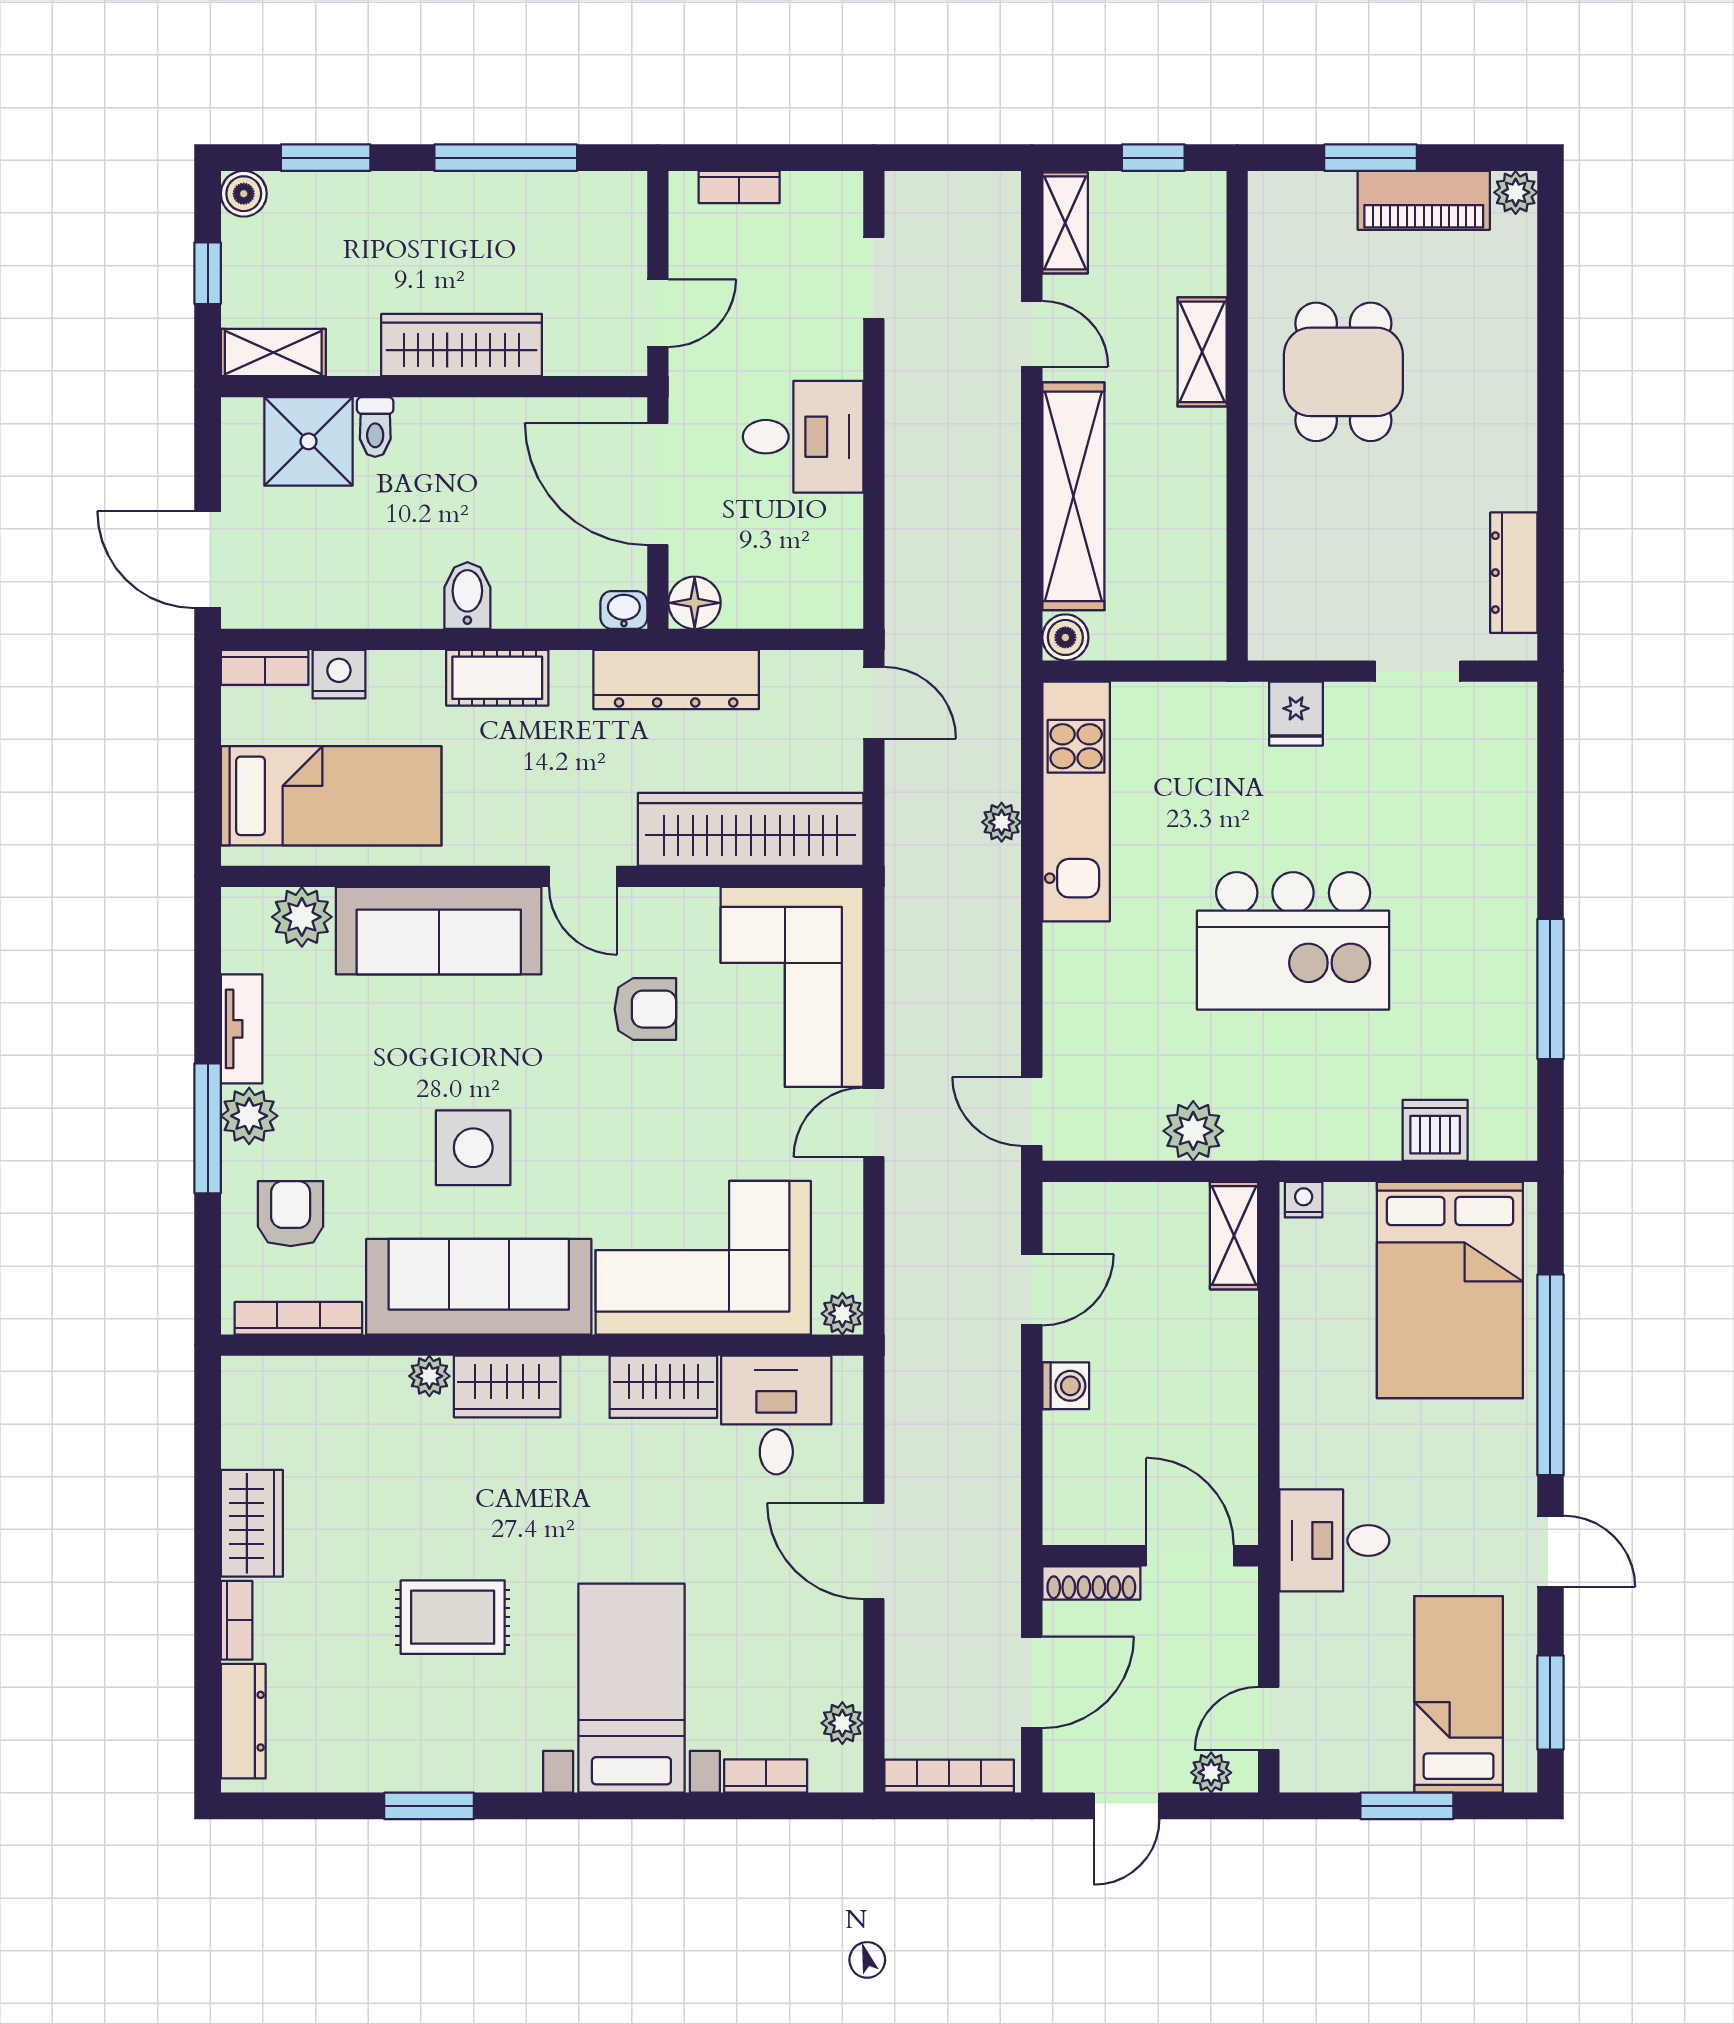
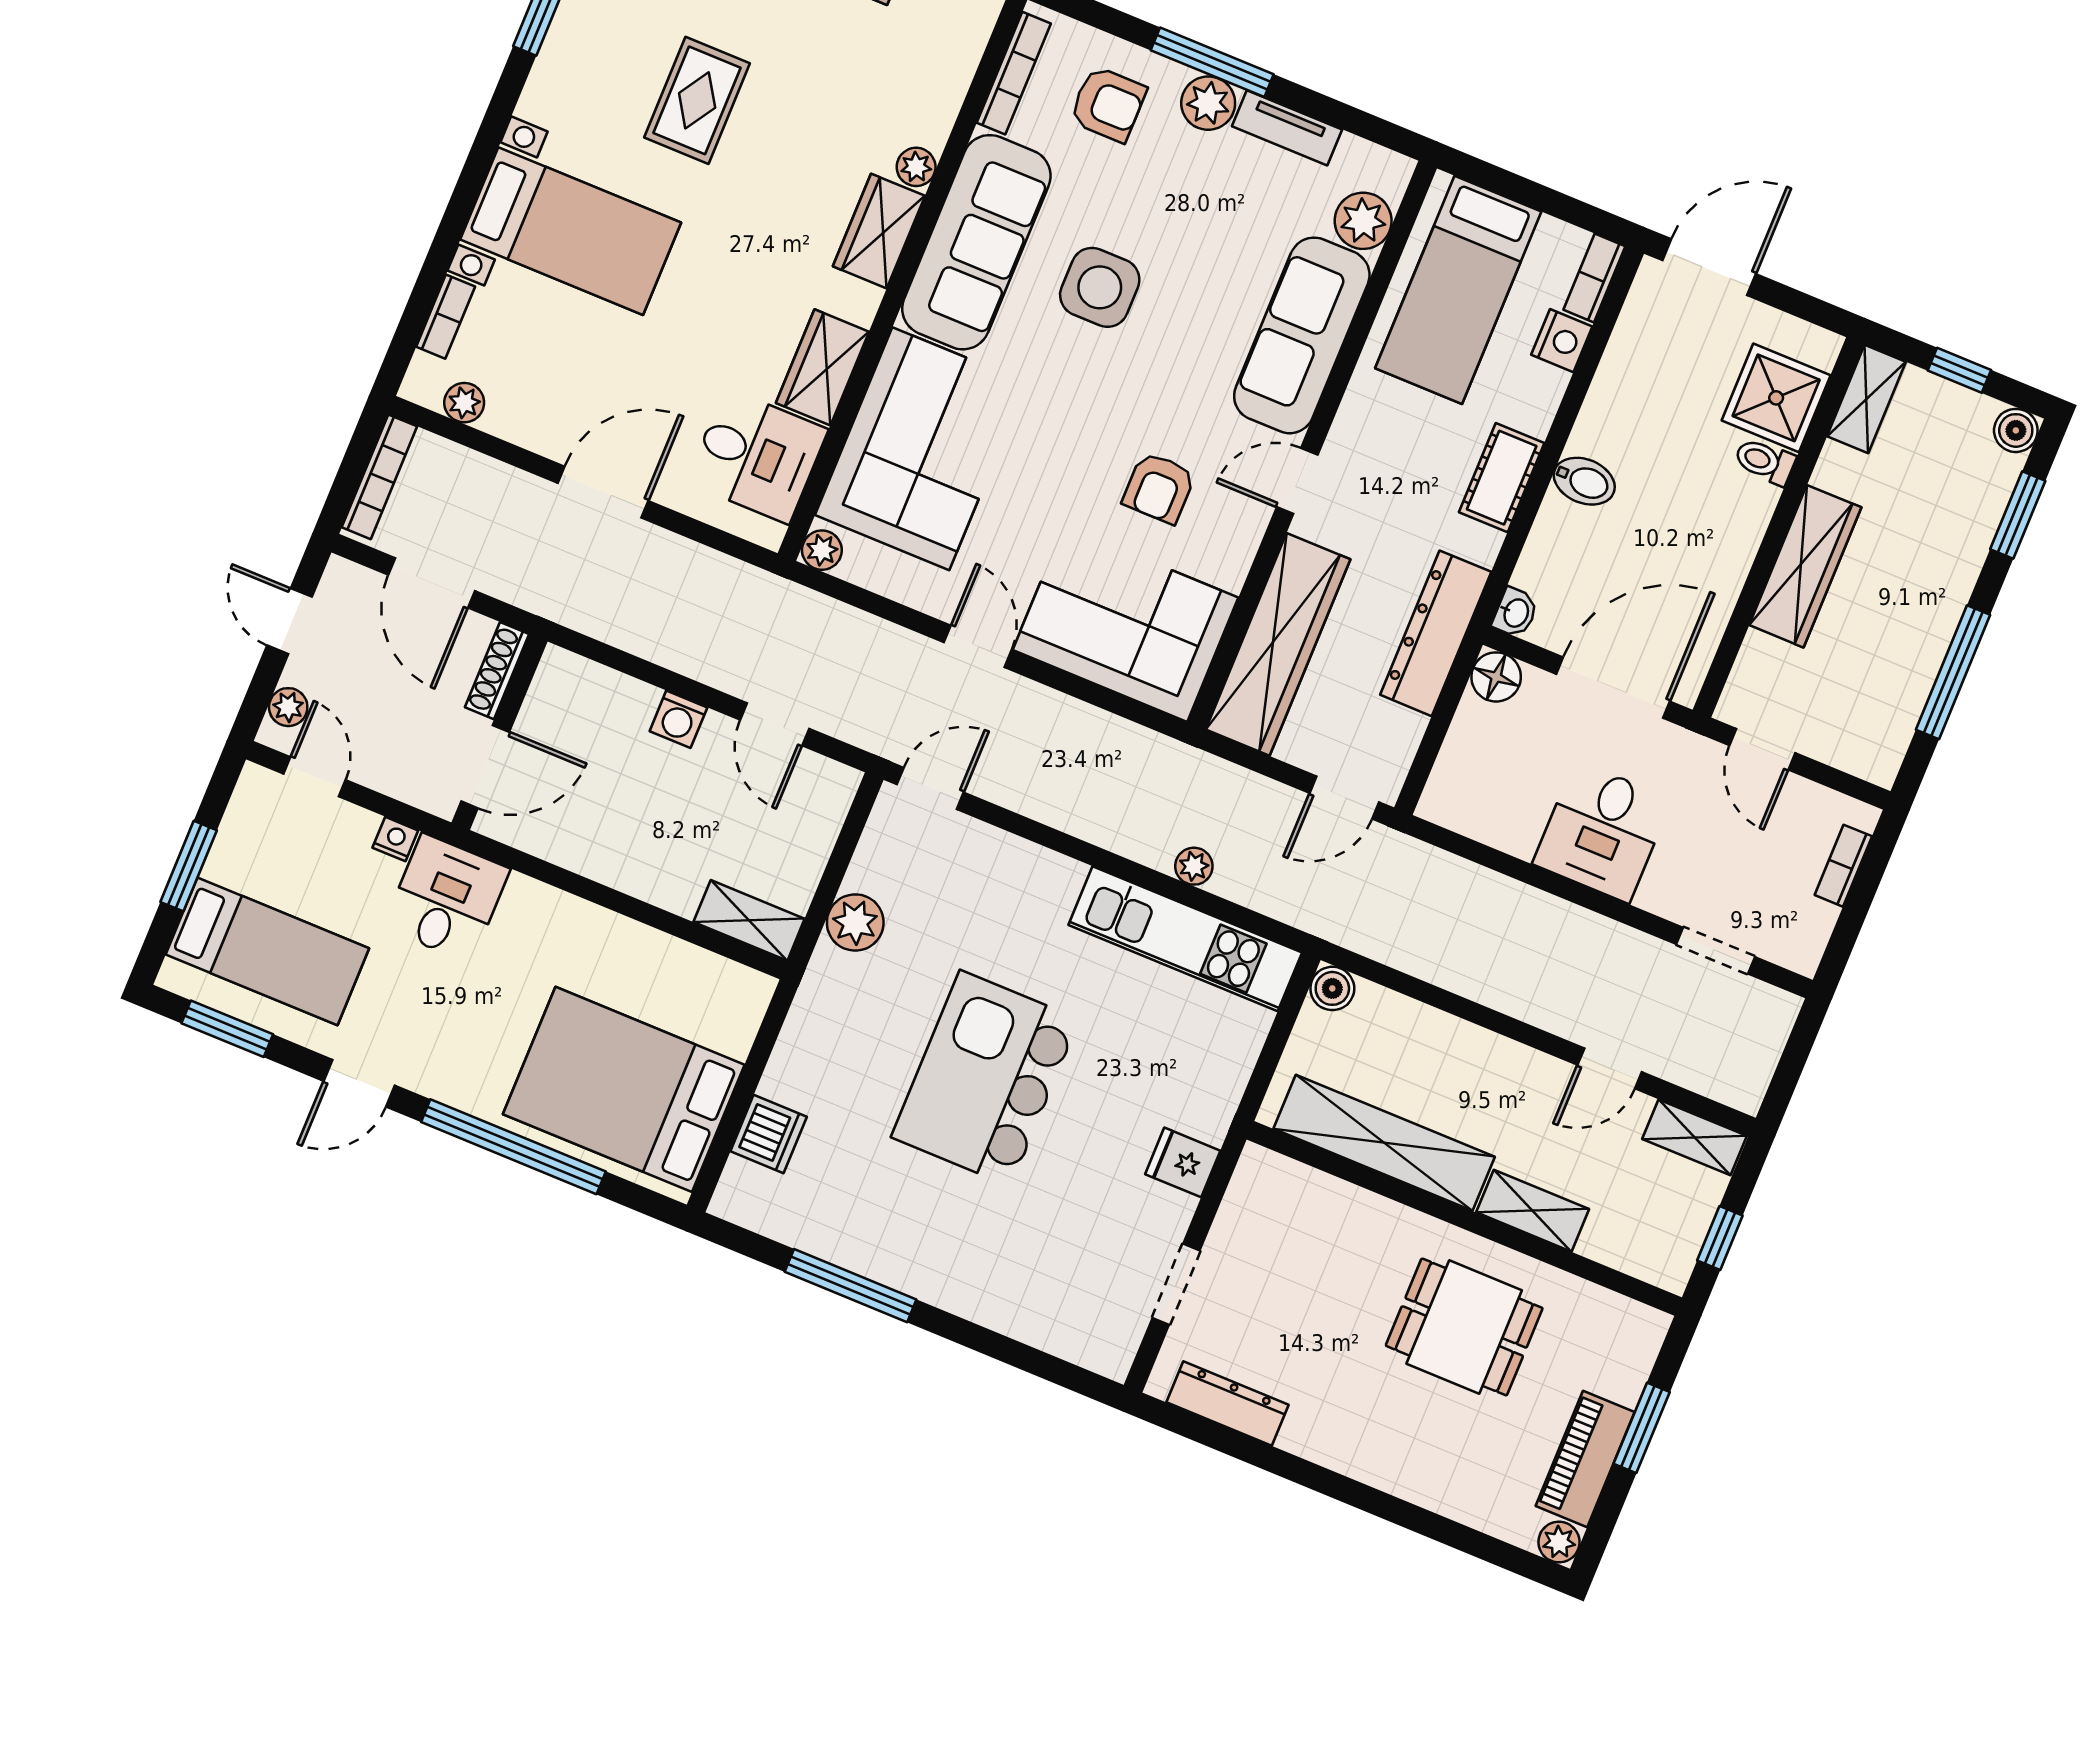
shelving: (1073, 496) -> (1384, 1143), moved
nightstand: (1304, 1200) -> (395, 839), moved, turned -90

